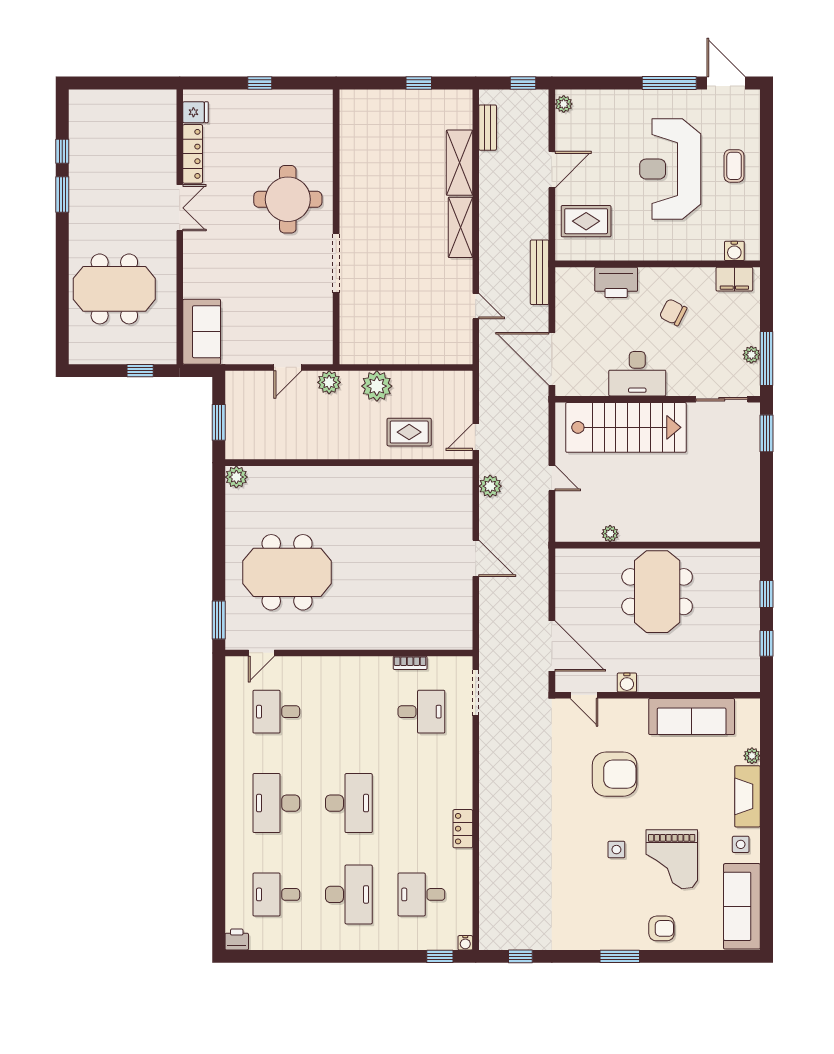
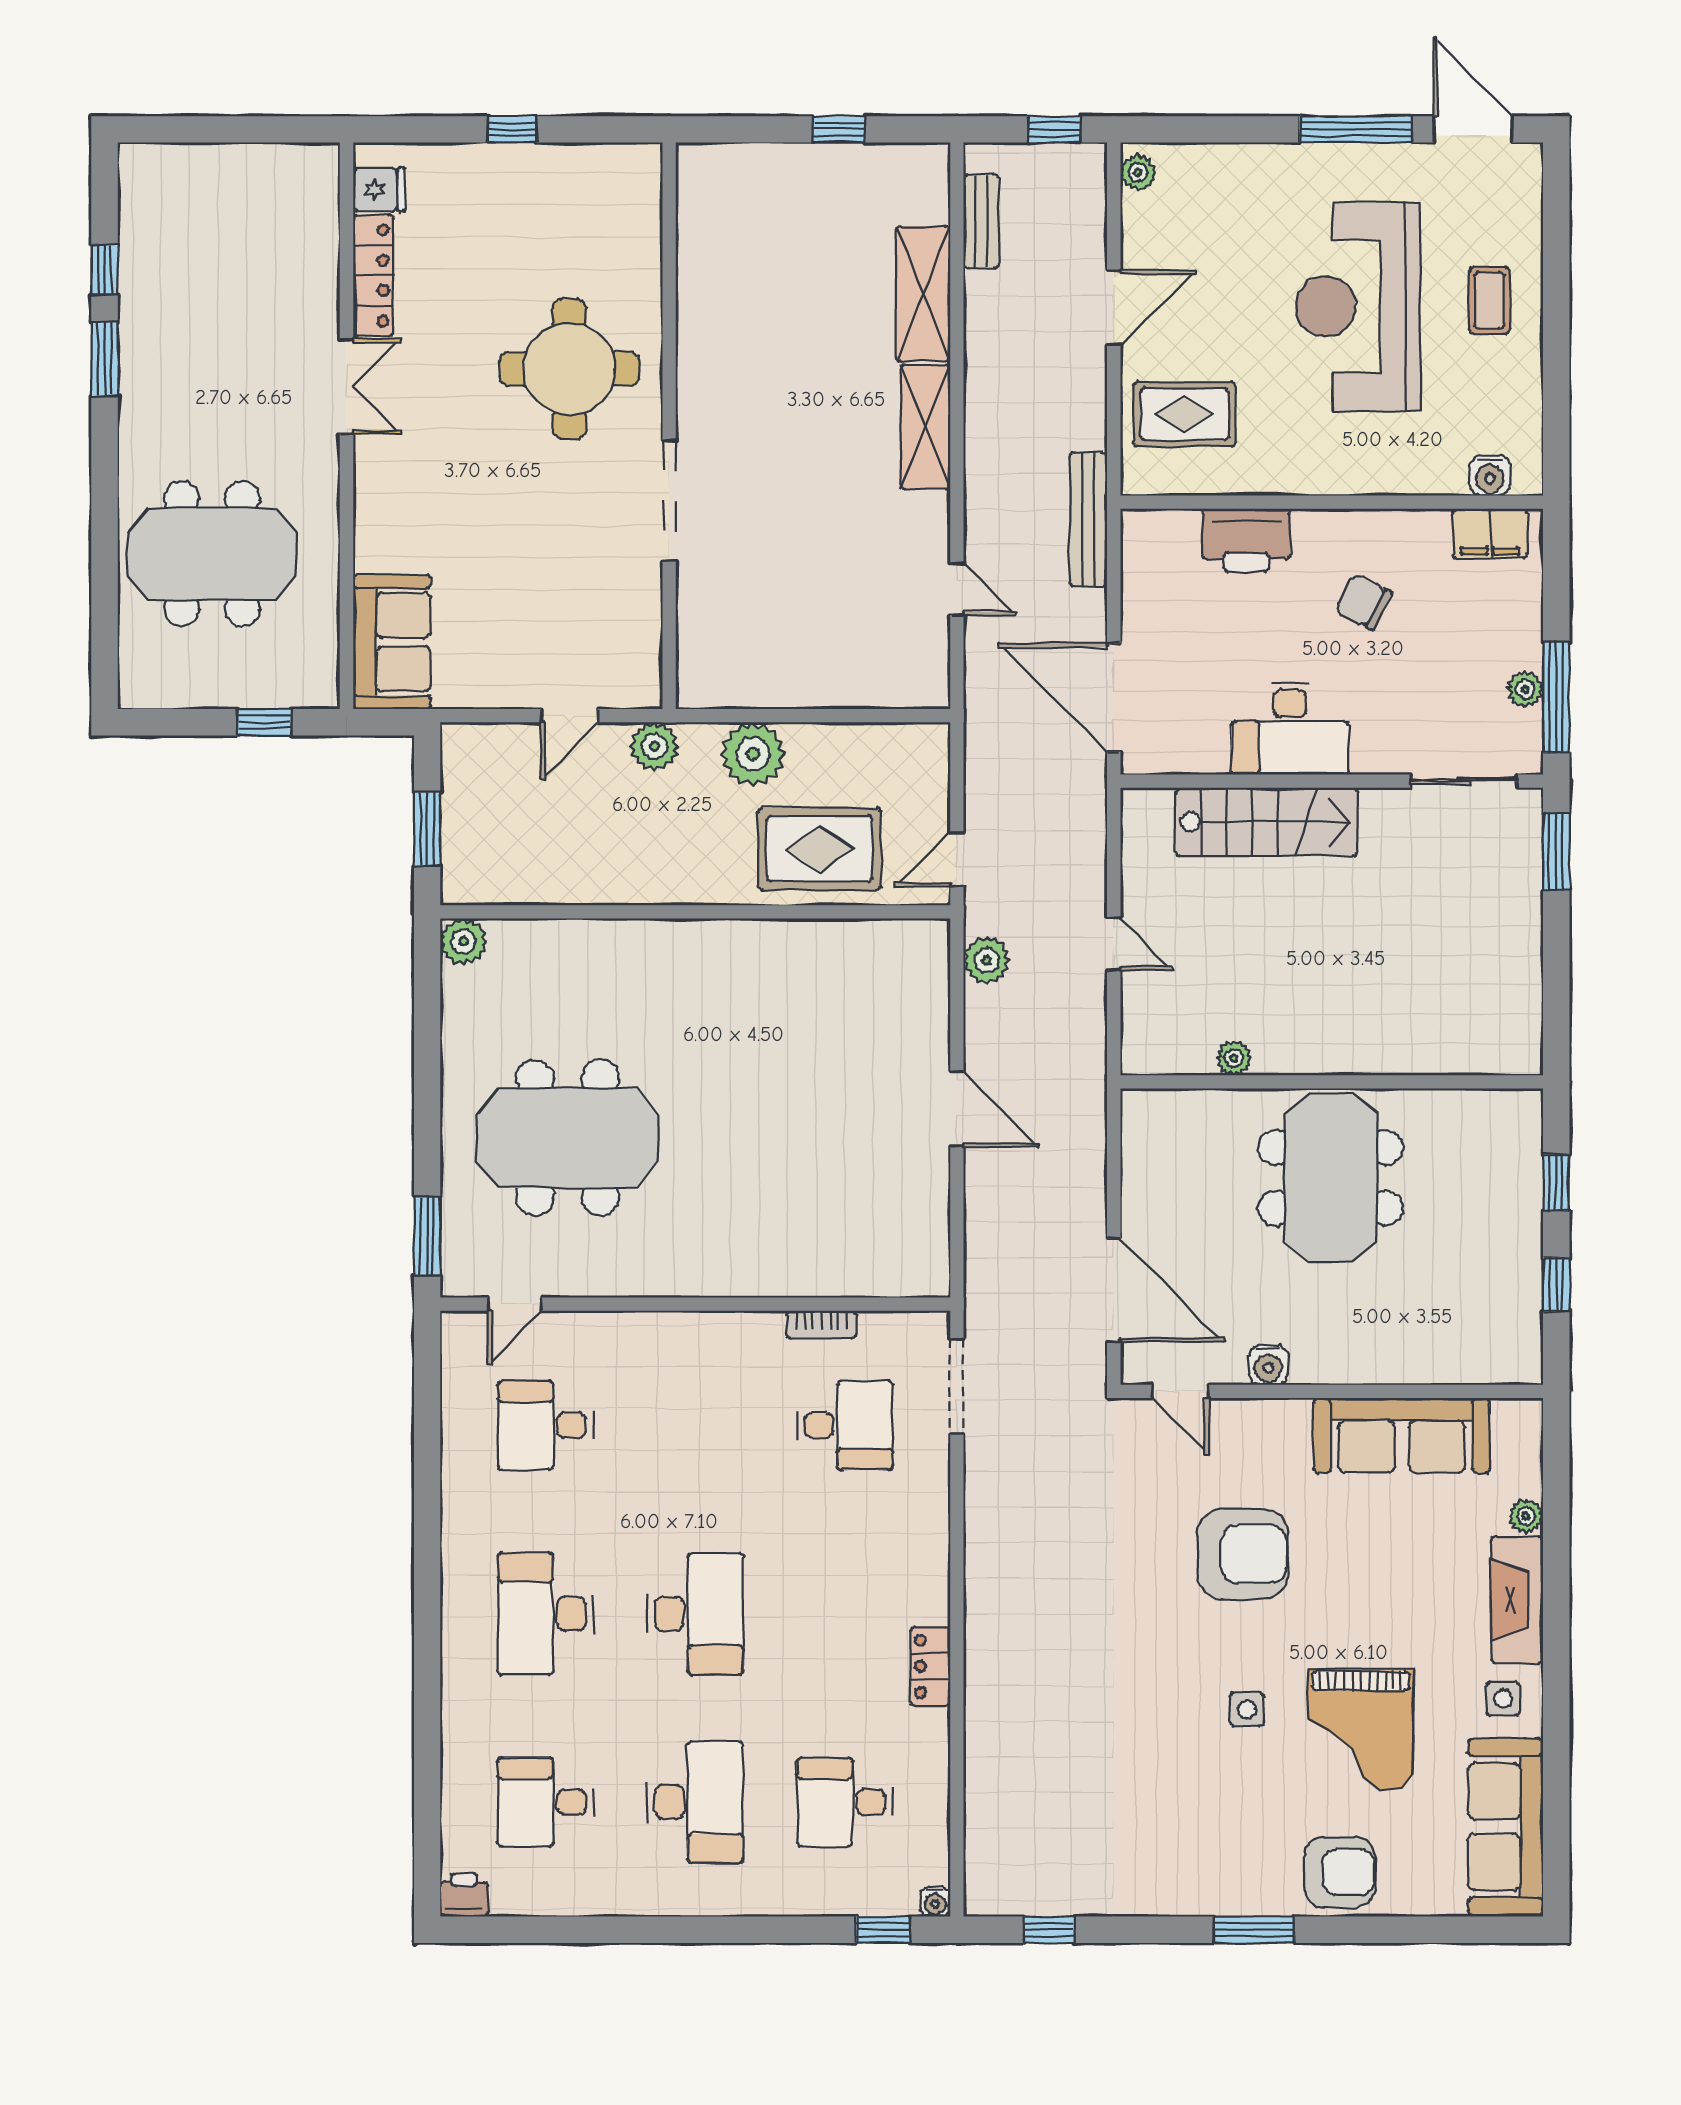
stairs: (626, 427) -> (1267, 822), width x0.73, depth x0.66
rug: (409, 432) -> (820, 849), width x1.36, depth x1.43
armchair: (661, 928) -> (1340, 1872), width x1.38, depth x1.38

